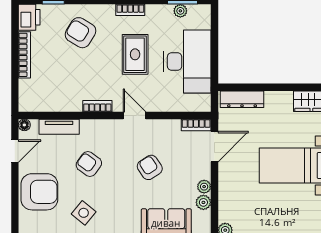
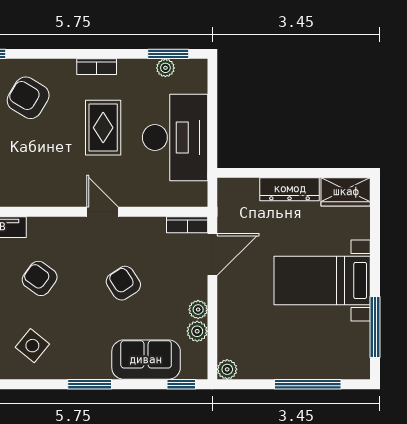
dresser: (242, 99) -> (290, 189), moved
bookcase: (97, 106) -> (51, 199), removed

